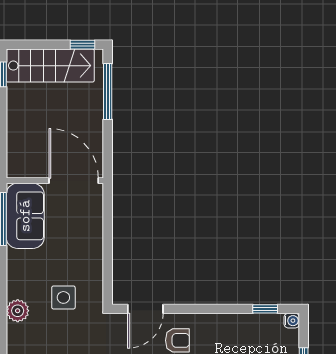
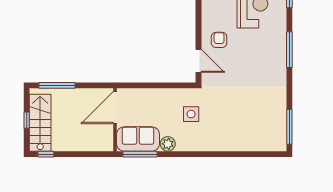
window: (83, 45) -> (27, 120), moved
plant: (18, 311) -> (168, 144), moved

